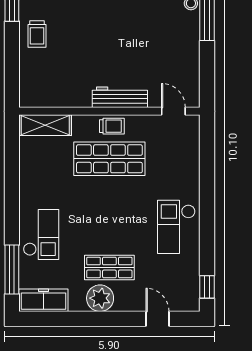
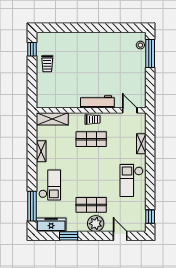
shop shelf: (109, 159) -> (91, 139), width x0.70, depth x0.74
shelving: (192, 166) -> (141, 144), added
shelving: (27, 179) -> (41, 151), added
plant: (100, 298) -> (96, 224), moved
window: (72, 319) -> (69, 236), added

